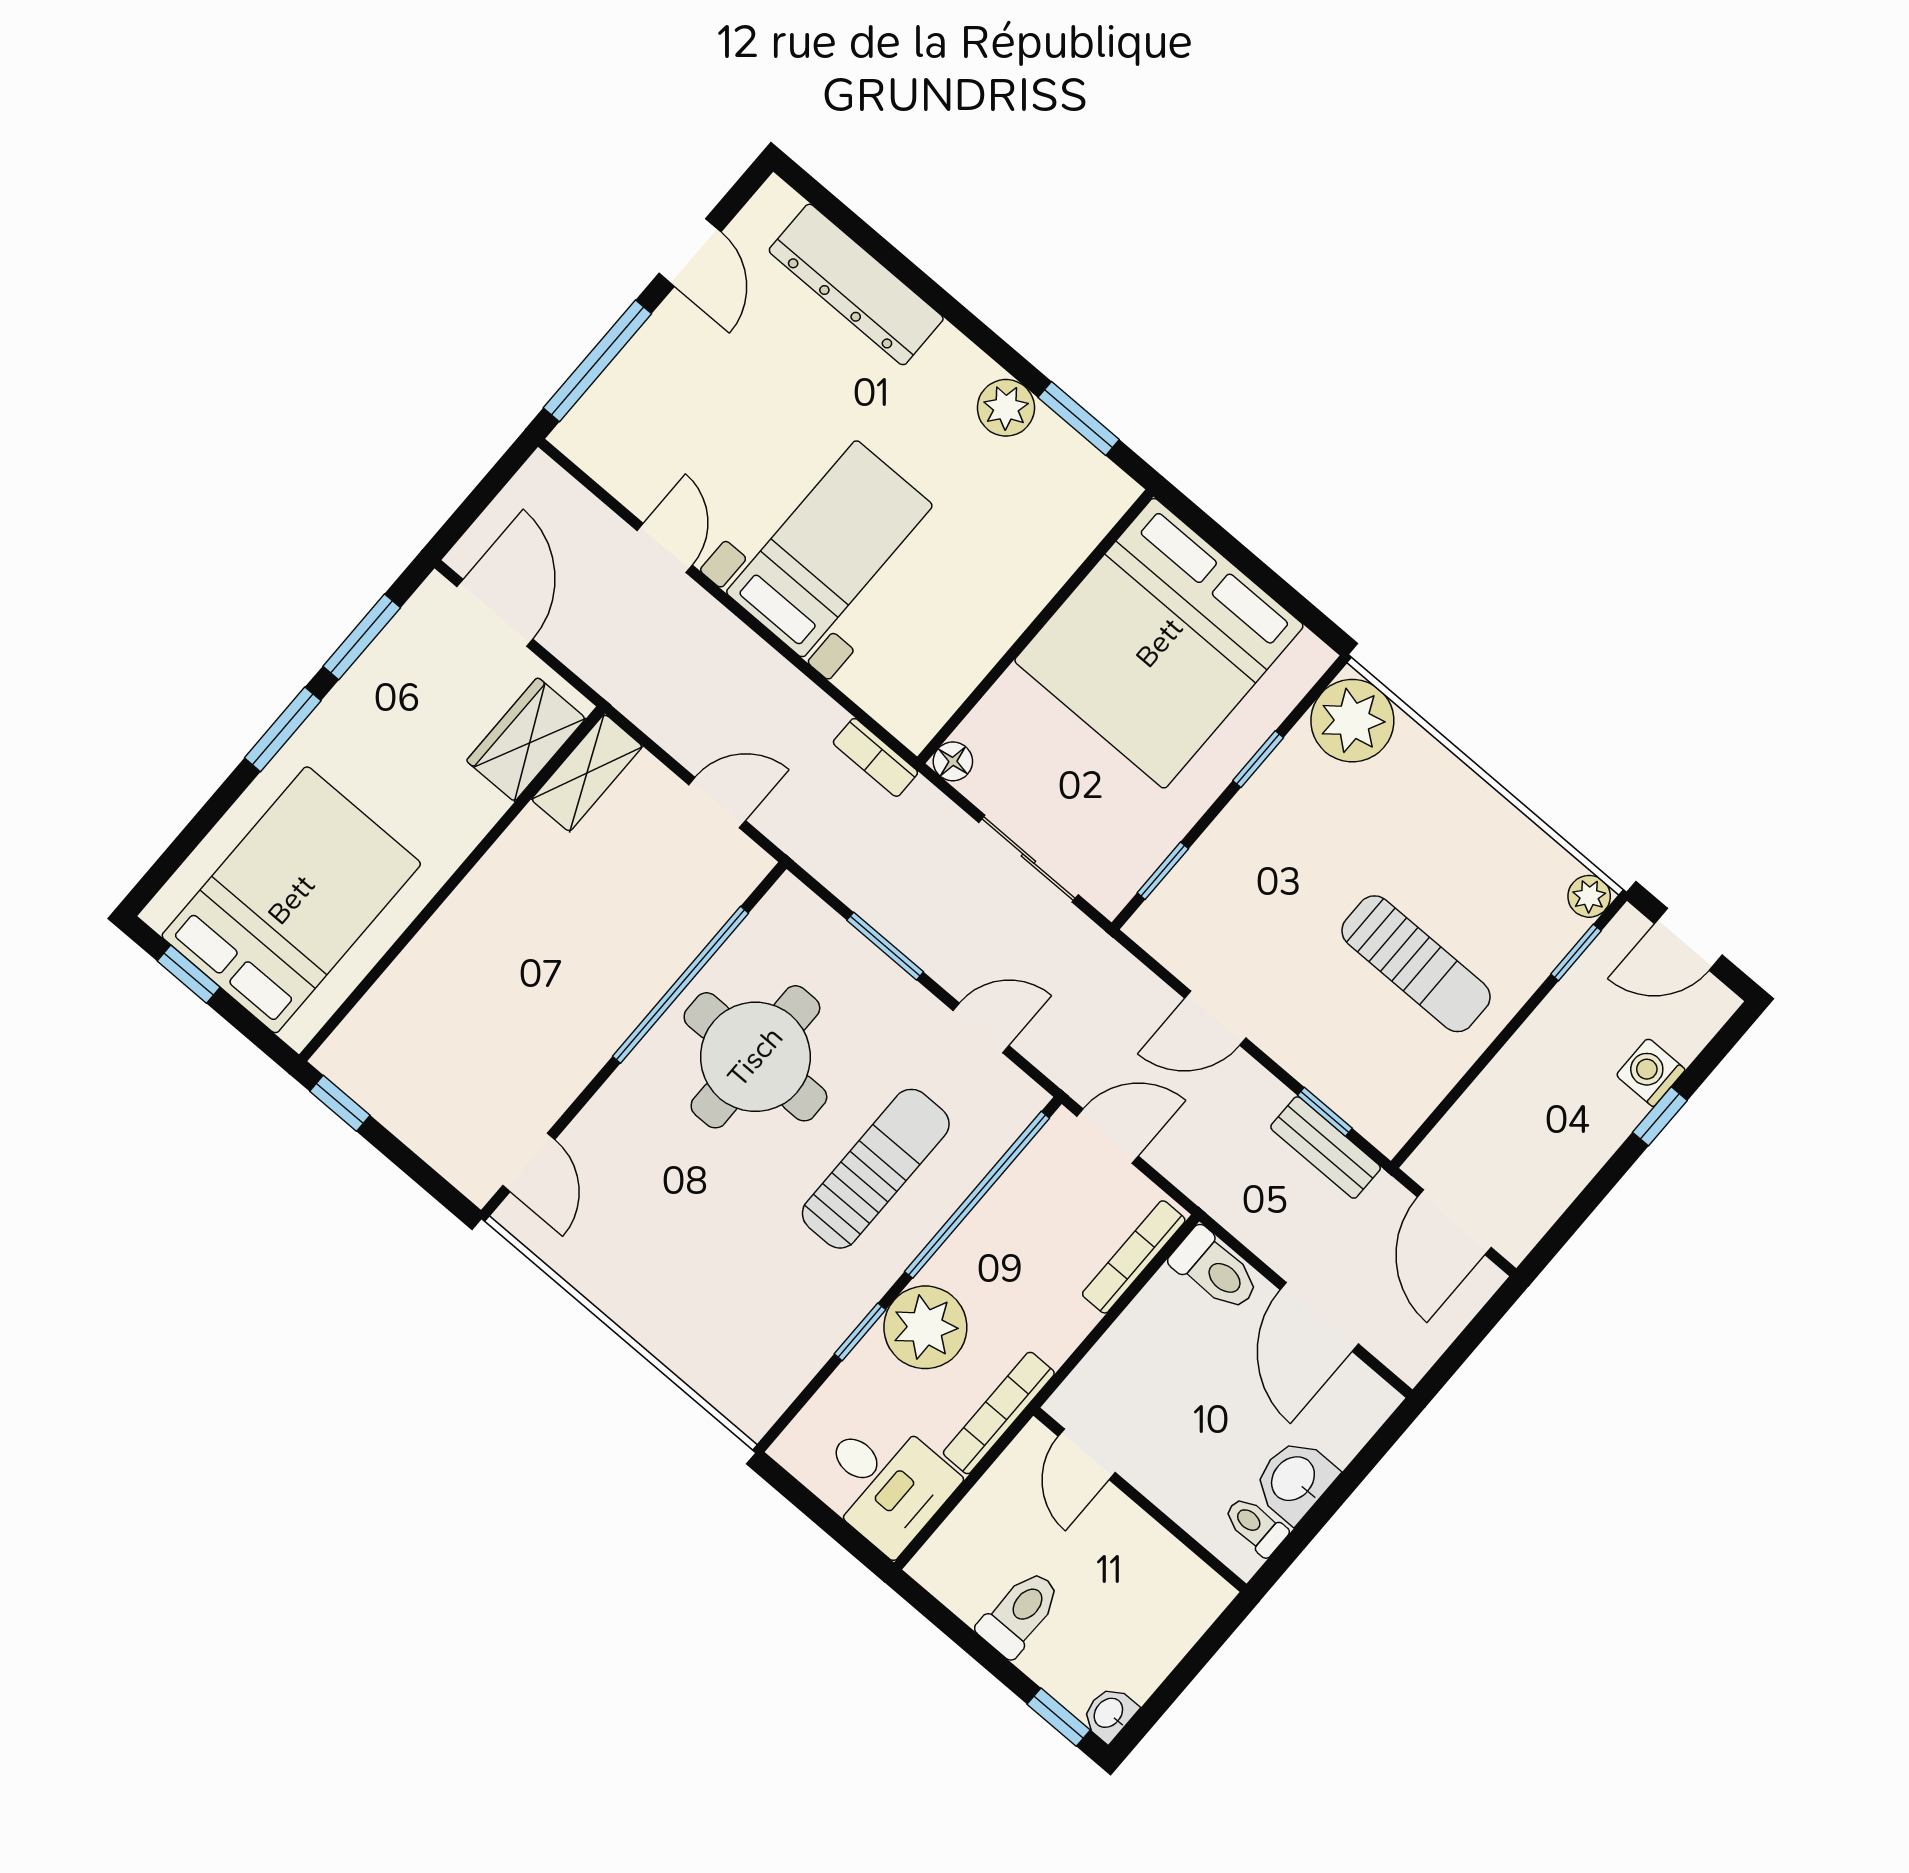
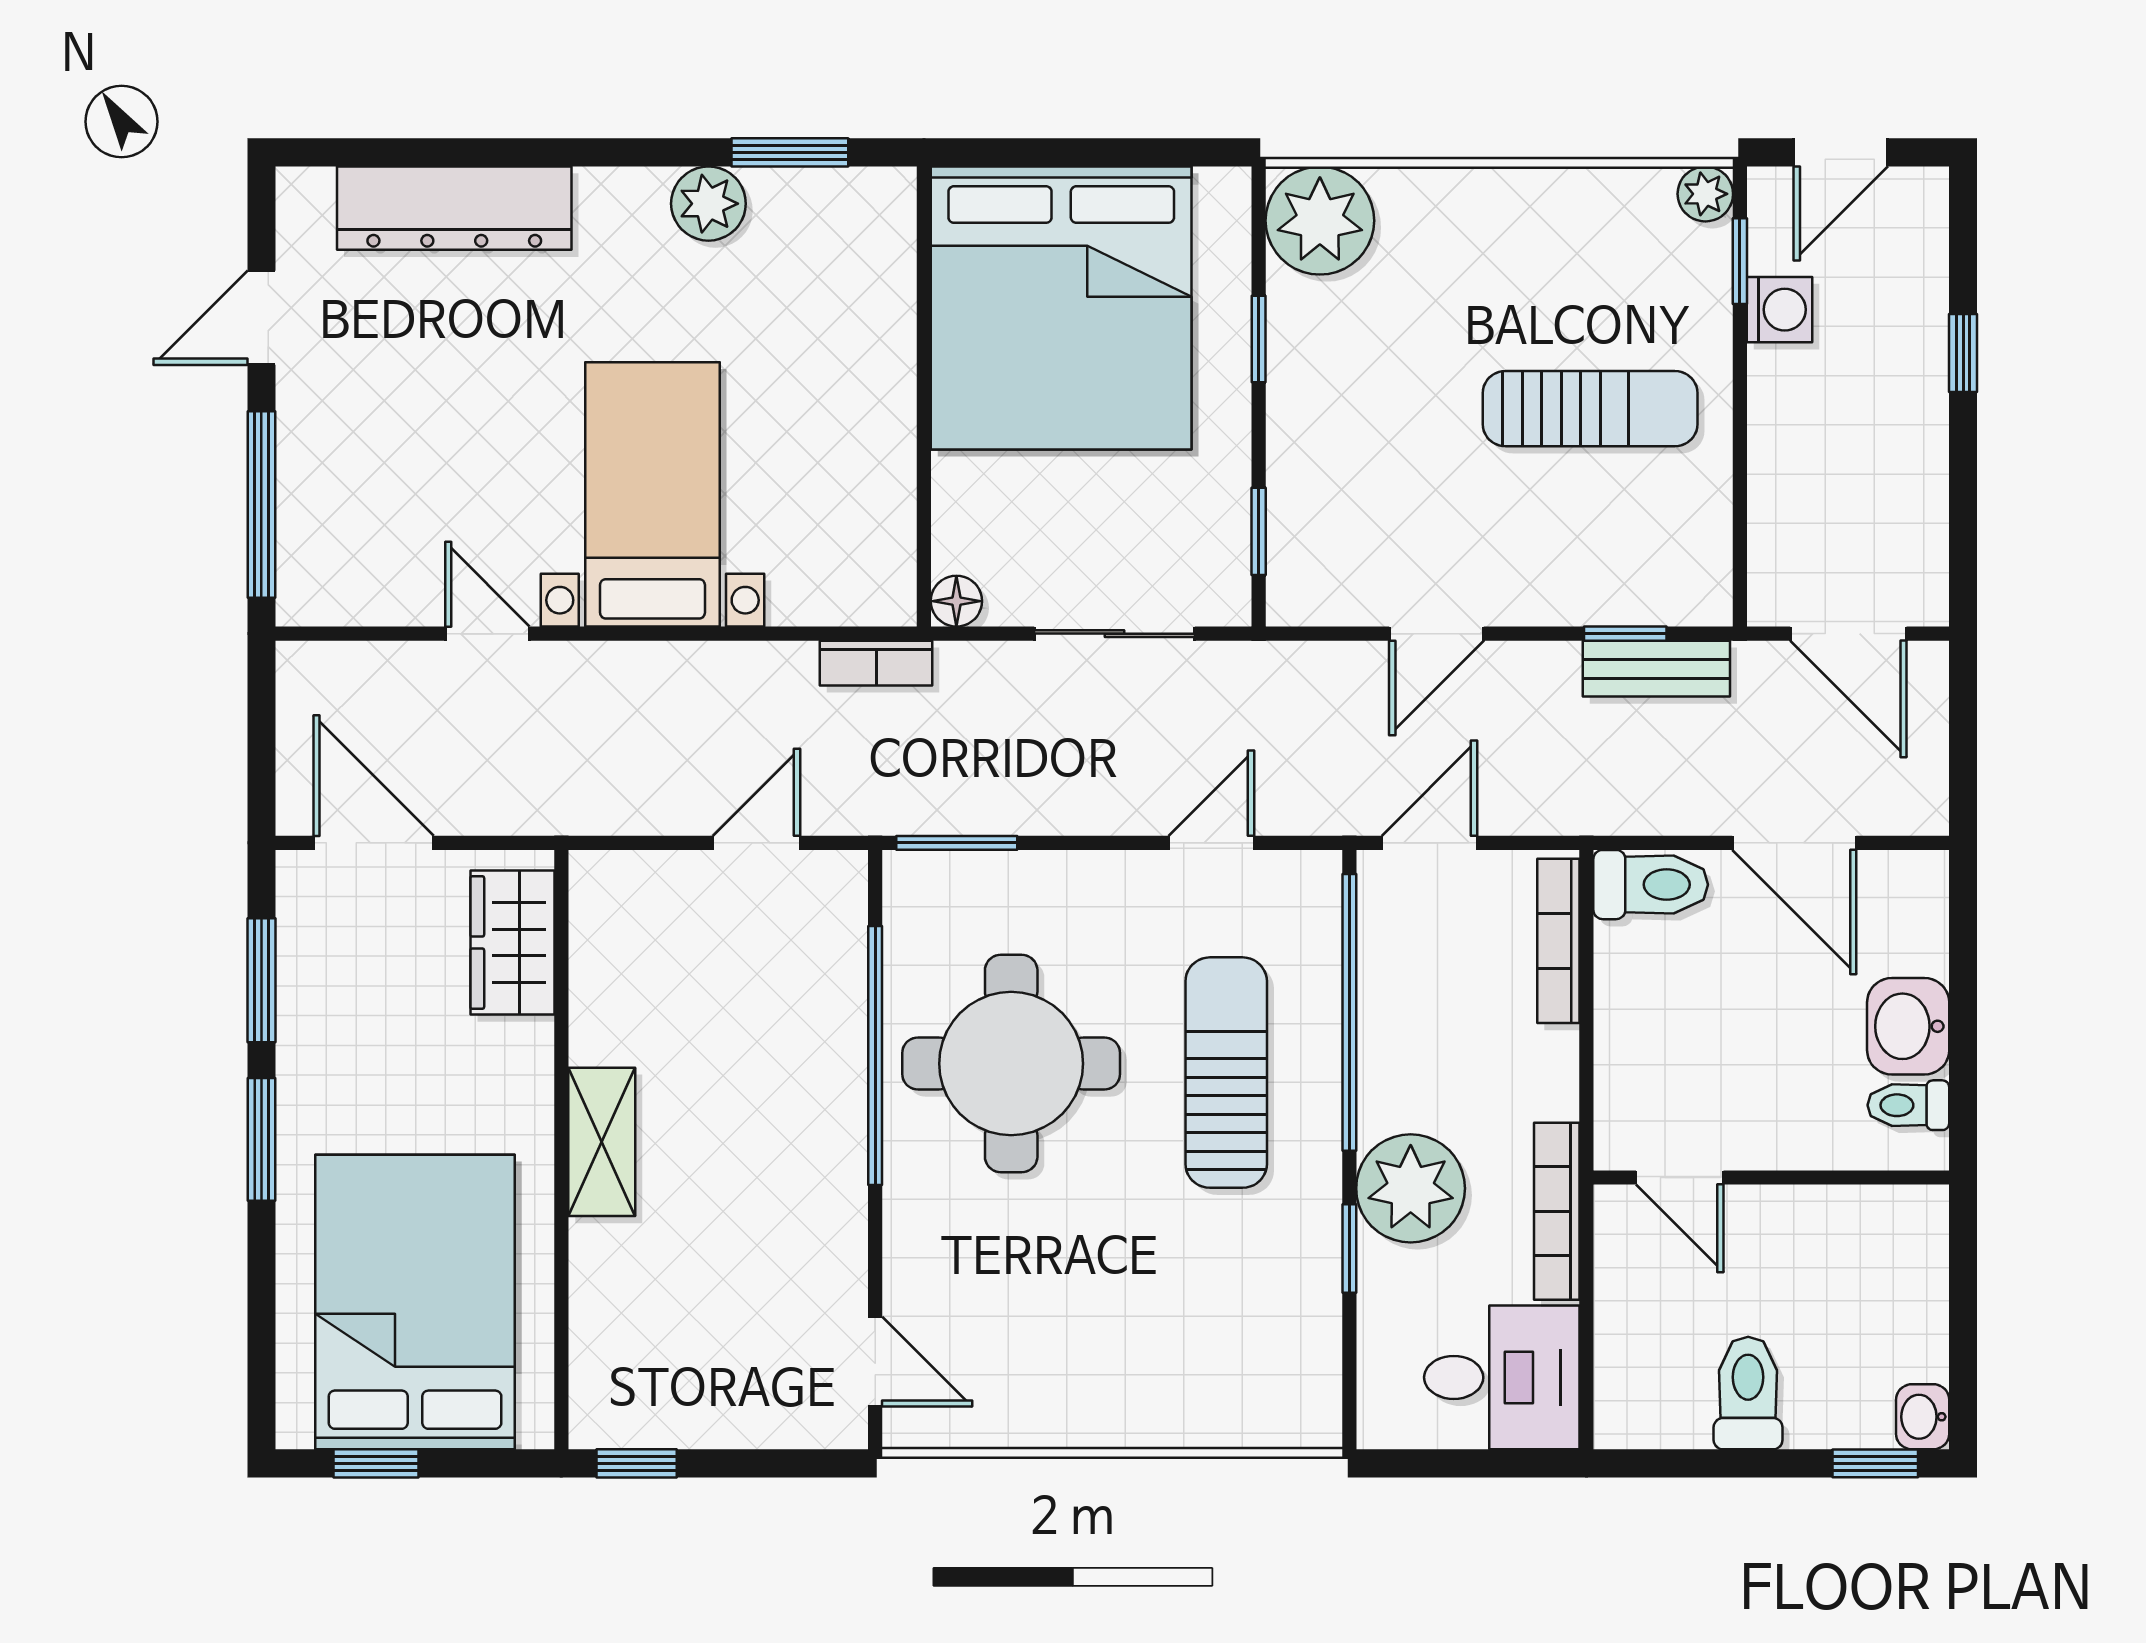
door: (690, 253) -> (261, 318), swing flipped
shelving: (587, 773) -> (602, 1142), moved
window: (885, 946) -> (957, 843), moved
washing machine: (1651, 1072) -> (1780, 310), moved, turned 180

